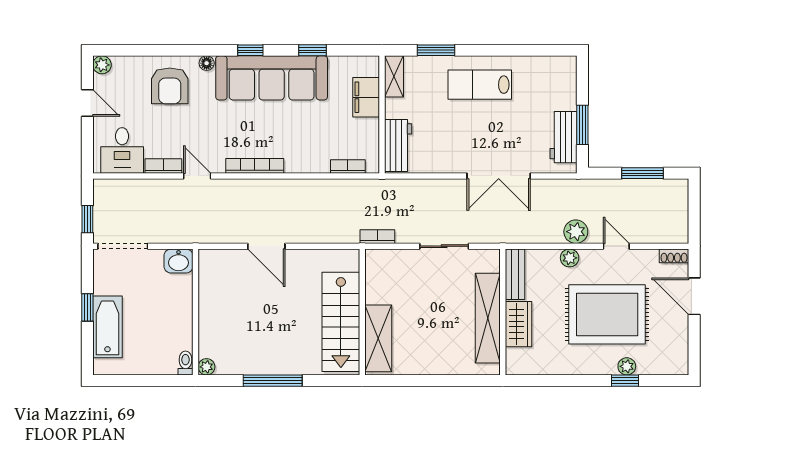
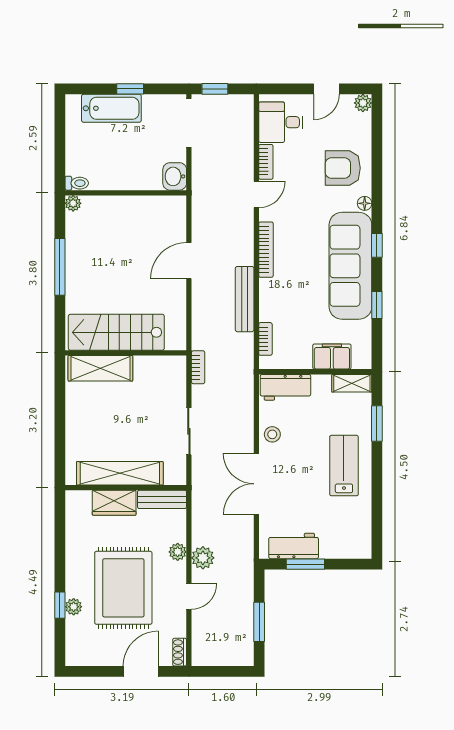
stool: (447, 159) -> (272, 434), added
bench: (306, 188) -> (245, 299), added

